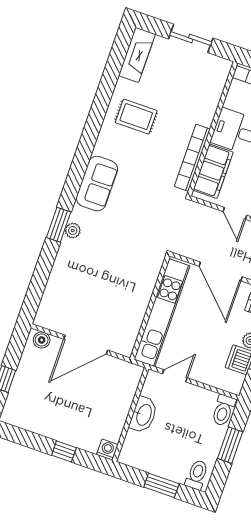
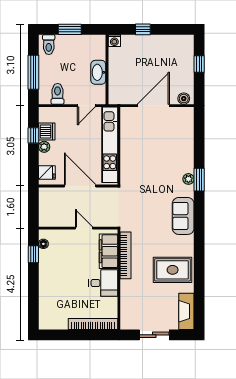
rug: (136, 117) -> (173, 270), width x1.36, depth x1.43
toilet: (223, 410) -> (58, 94), moved
window: (230, 445) -> (33, 72), width x1.44

